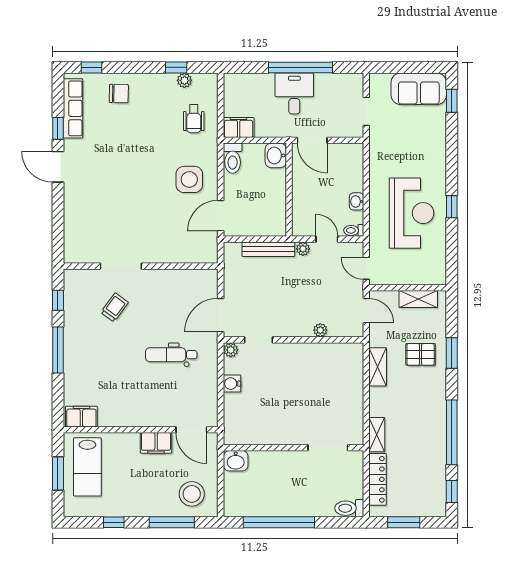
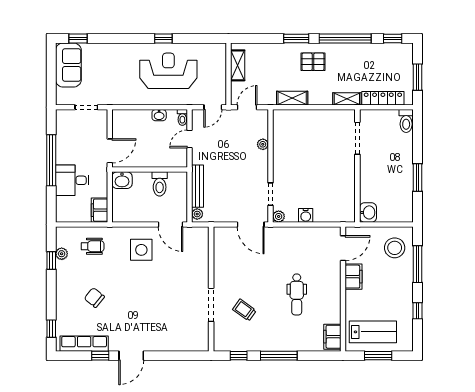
chair: (119, 94) -> (94, 298), moved, turned -52
desk: (294, 94) -> (72, 180), moved
toilet: (233, 158) -> (160, 184), moved, turned 90
plant: (303, 249) -> (197, 214), moved
window: (452, 353) -> (296, 39), moved
pallet: (421, 354) -> (313, 62), moved, turned 90
dental chair: (171, 355) -> (297, 294), moved
window: (279, 522) -> (417, 178), width x0.47

